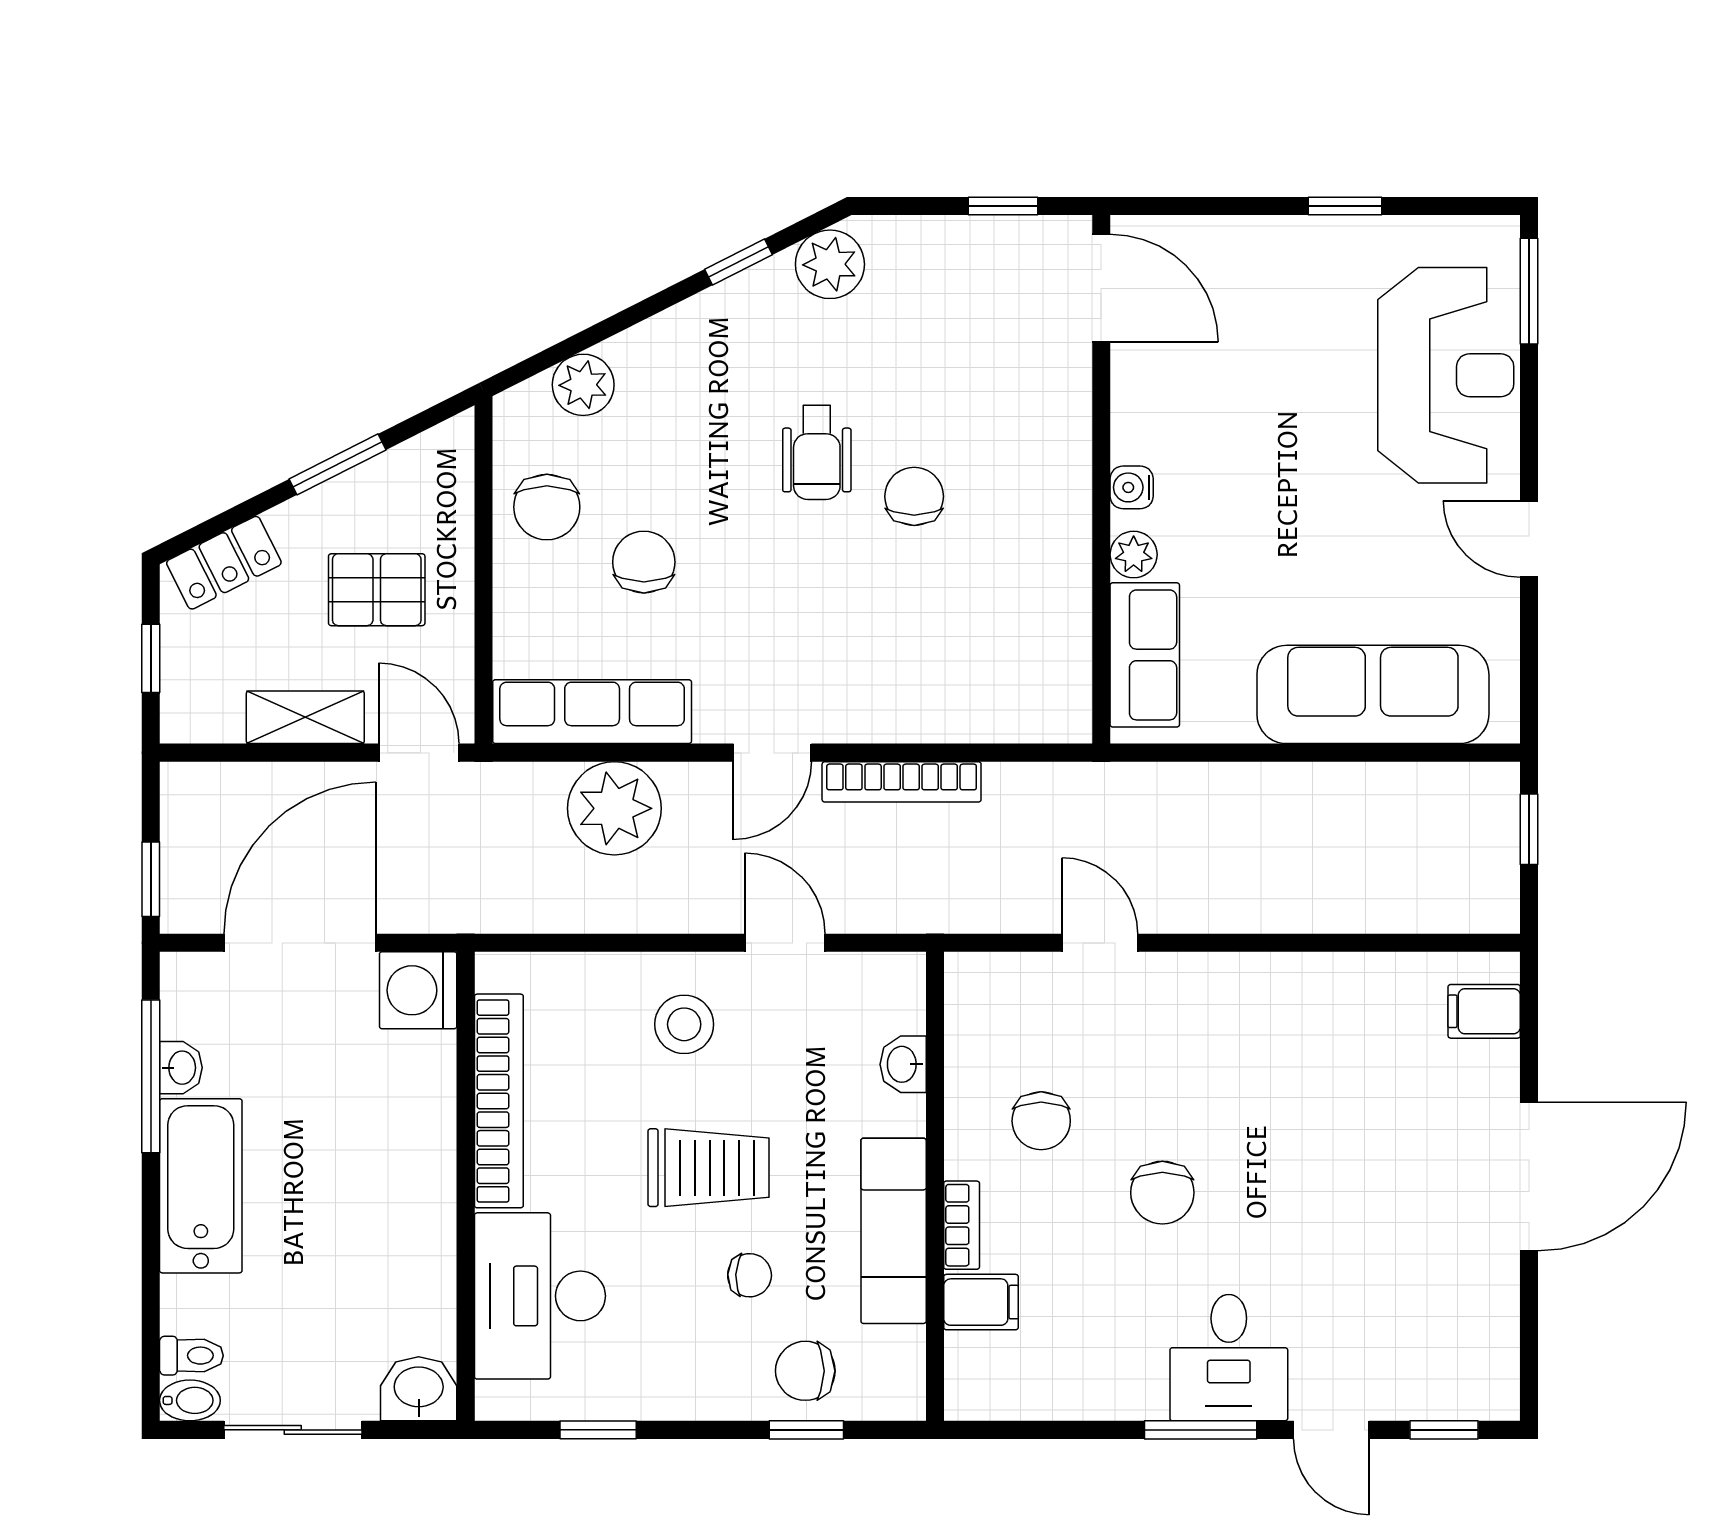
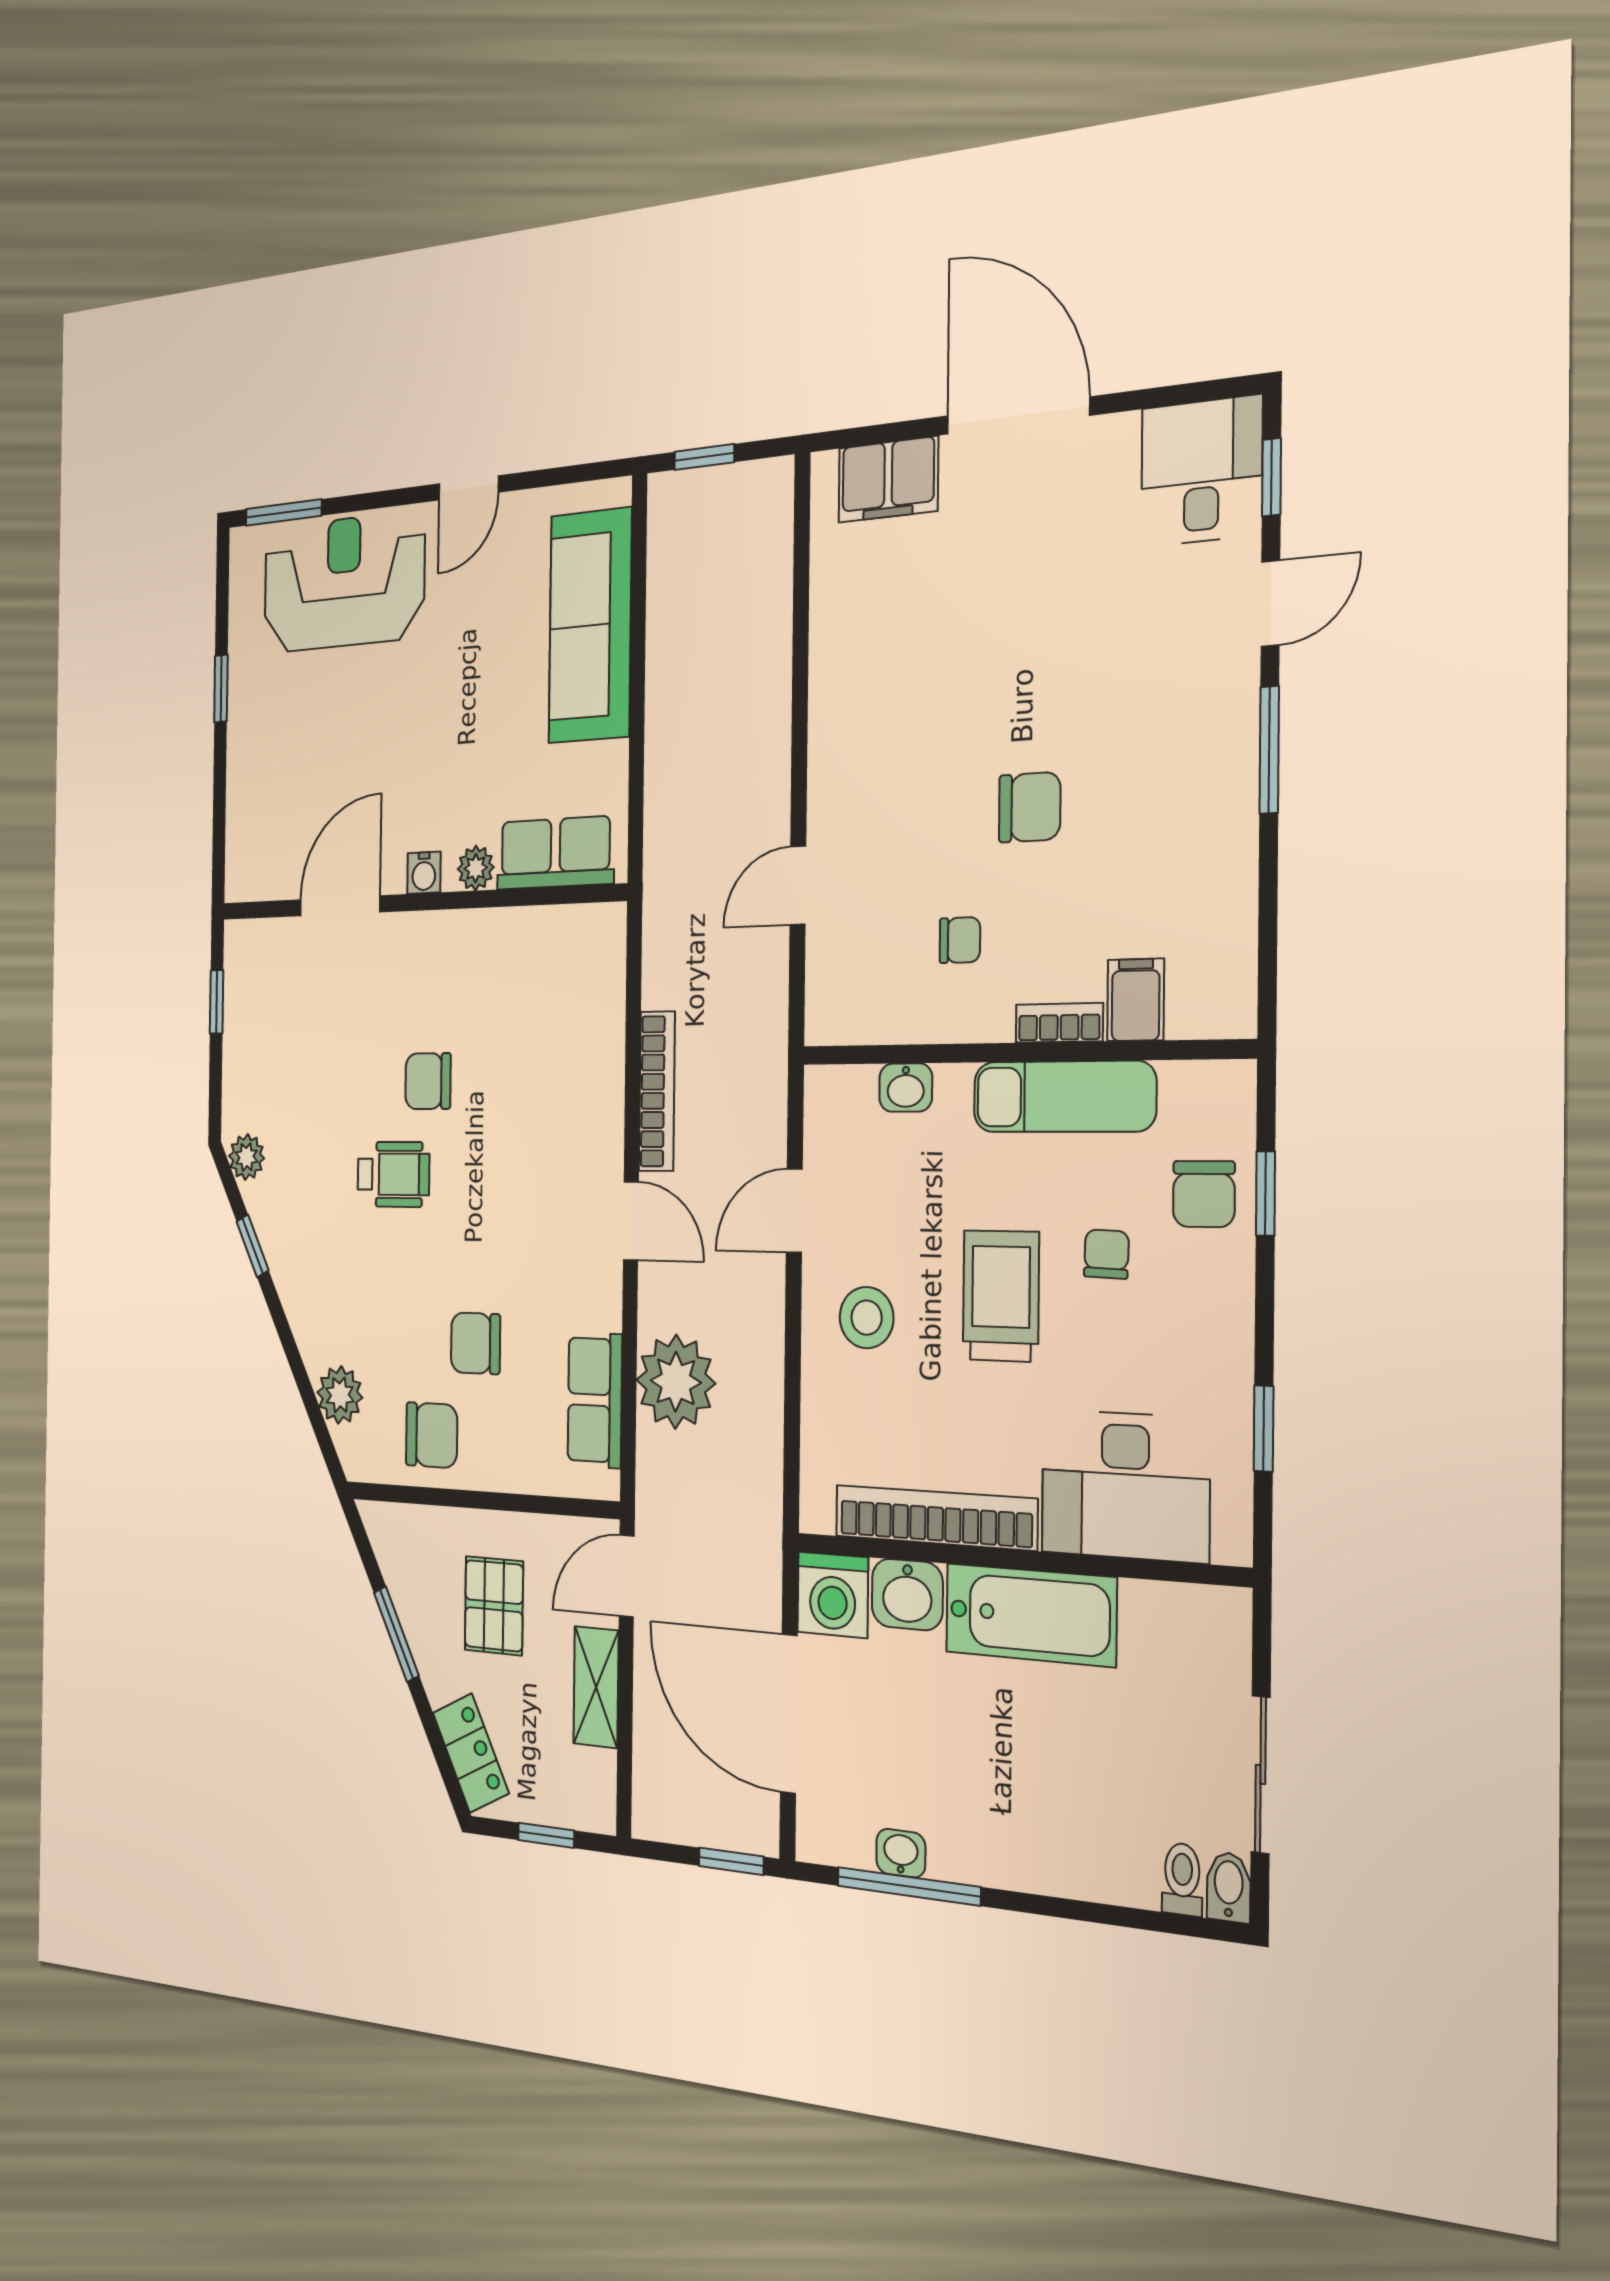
plant: (830, 264) -> (247, 1157), width x0.73, depth x0.73
door: (1101, 288) -> (340, 906), moved
row of seats: (592, 712) -> (595, 1400), width x0.68
filing cabinet: (1484, 1011) -> (888, 479), width x2.00
chair: (1041, 1121) -> (960, 940), width x0.73, depth x0.73
bathtub: (201, 1186) -> (1031, 1615), moved, turned 180
desk: (1229, 1358) -> (1201, 471), moved, turned -90
washbasin: (419, 1389) -> (907, 1594), moved, turned -90

